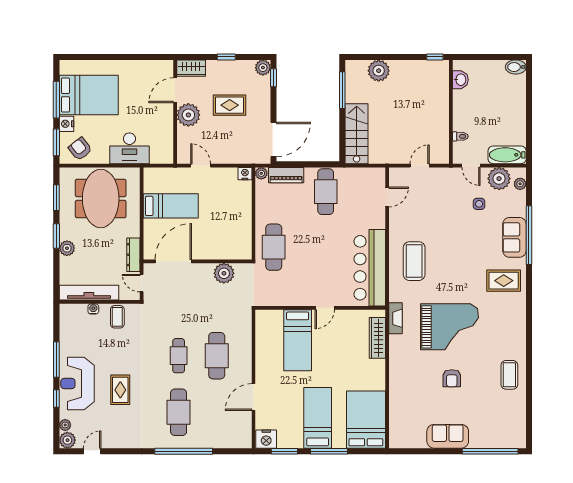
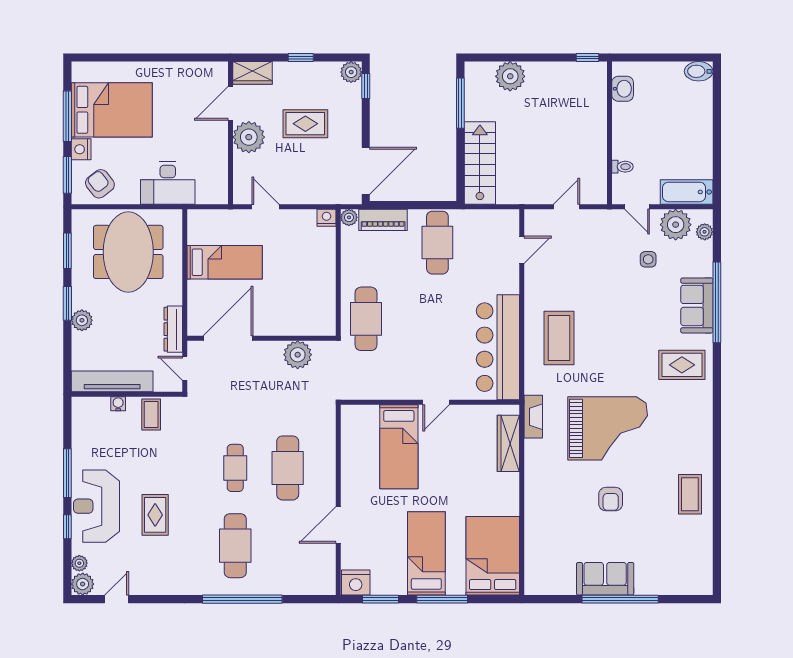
window: (490, 451) -> (620, 599), moved

